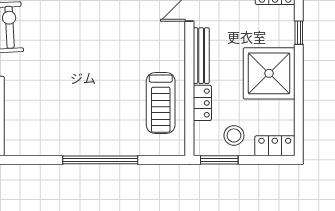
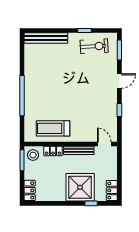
shower: (269, 73) -> (80, 187), moved
stool: (234, 135) -> (33, 155), moved

